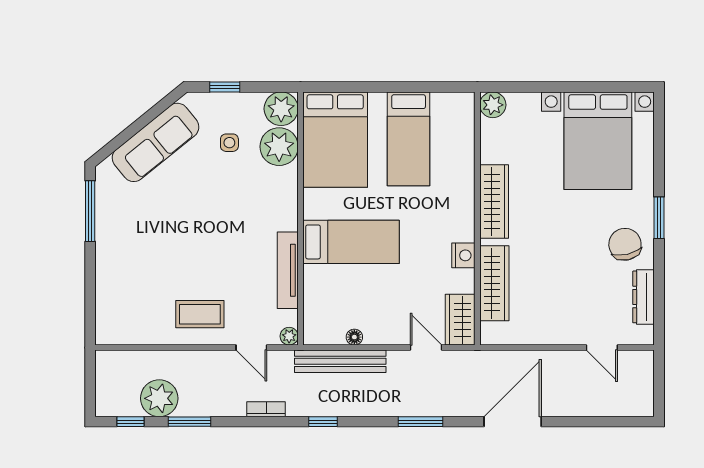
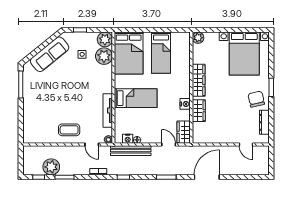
wardrobe: (494, 283) -> (199, 111), width x0.67
nightstand: (333, 335) -> (128, 139), added

